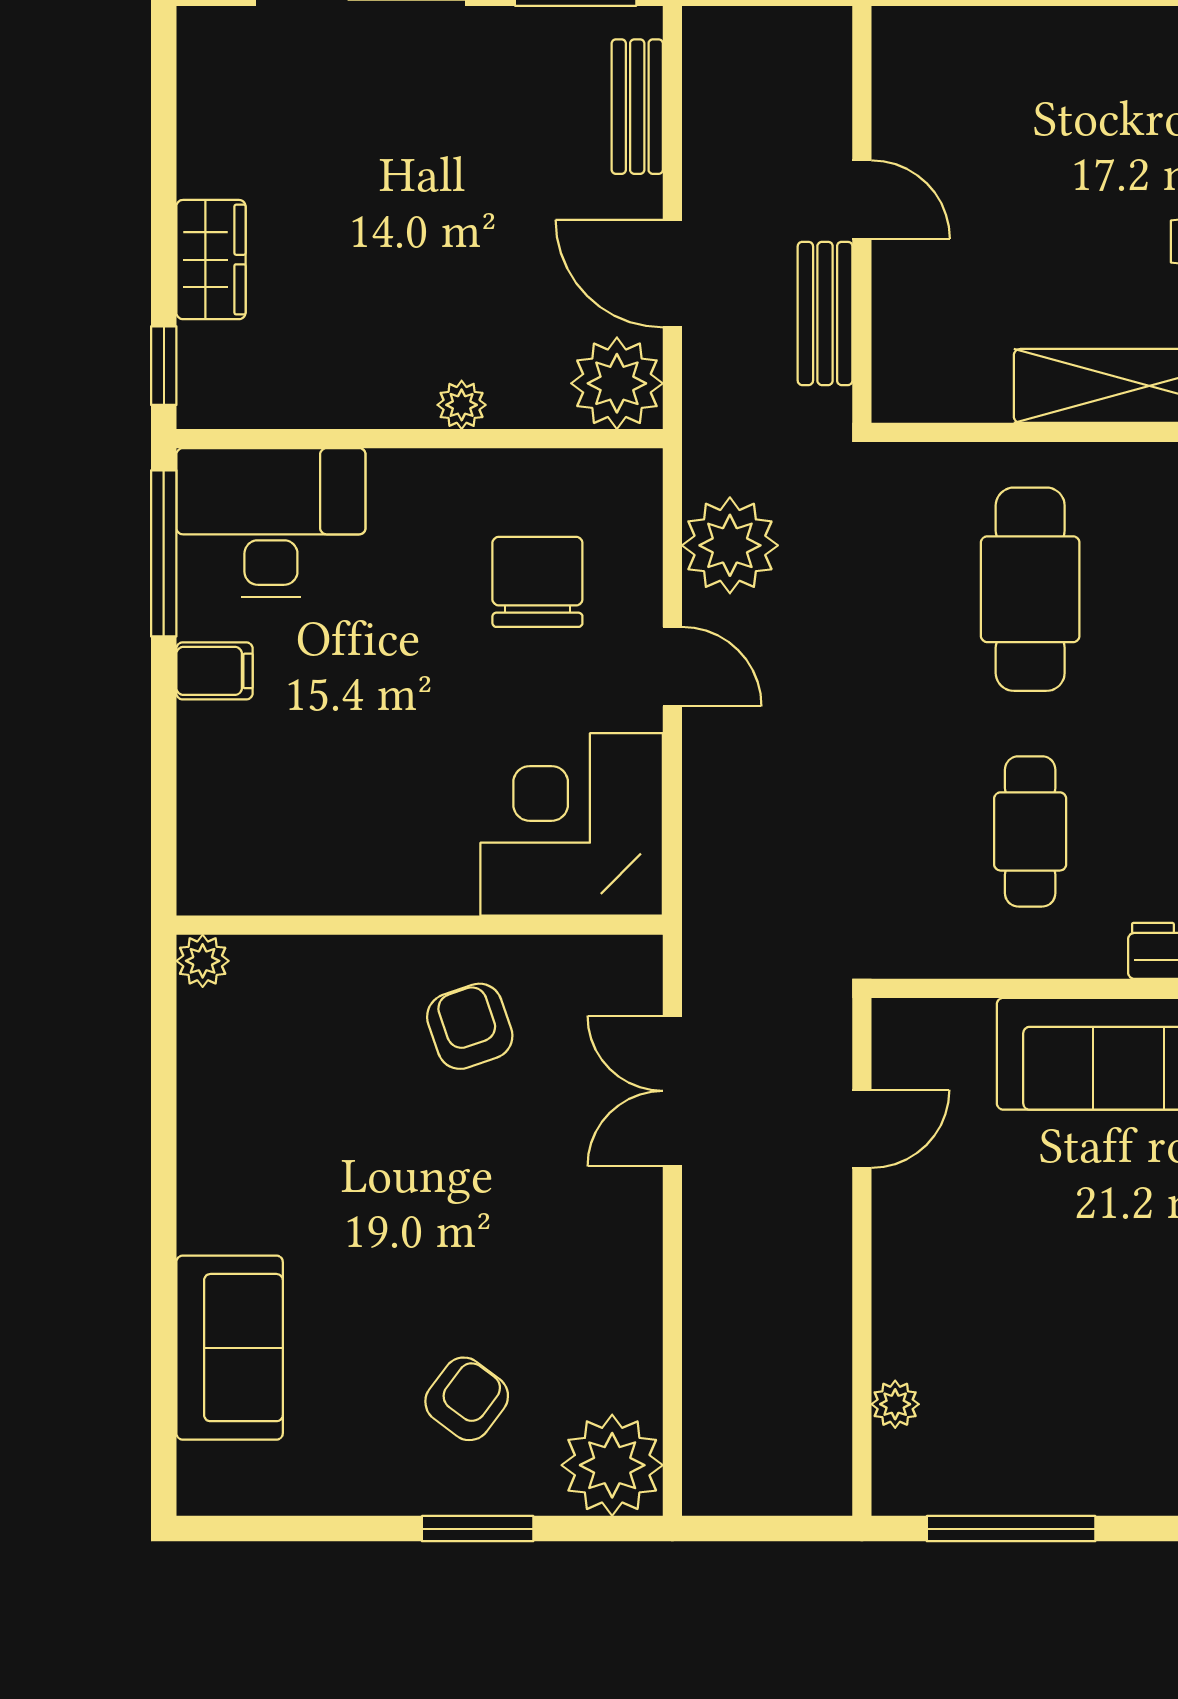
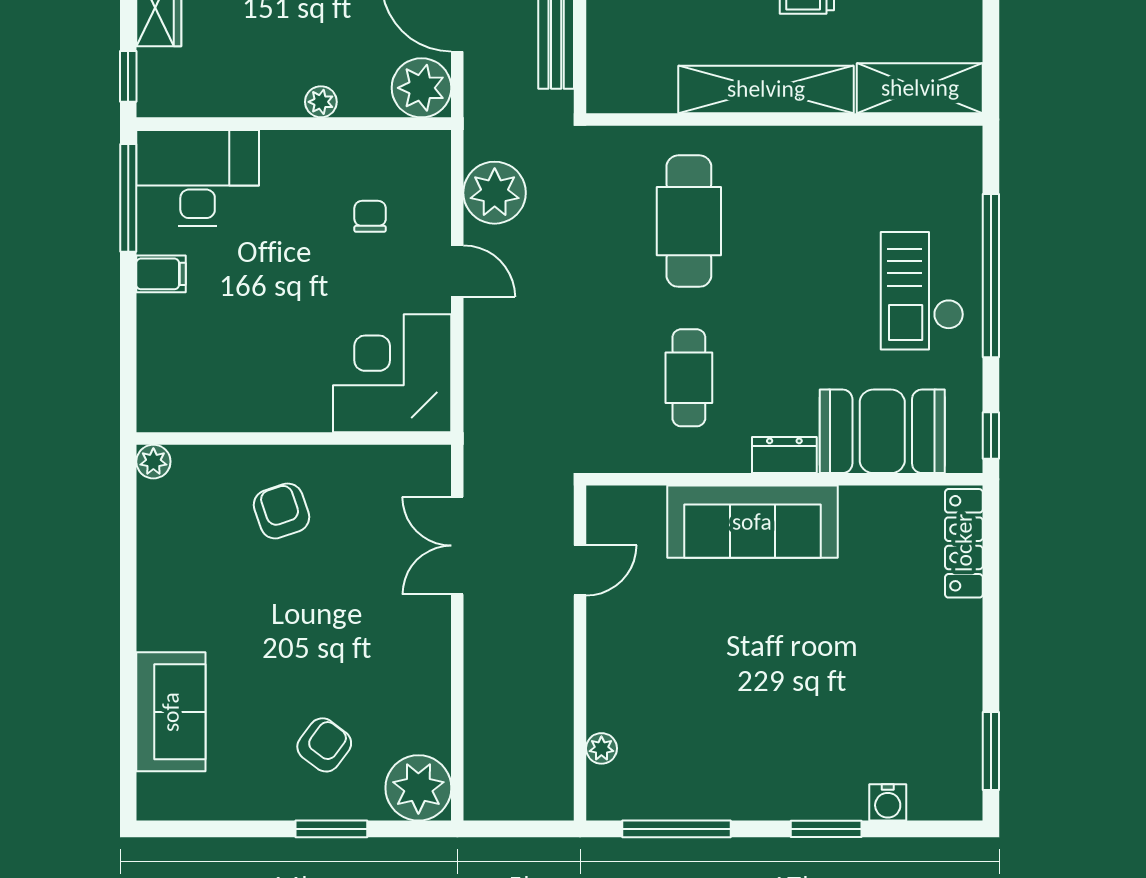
chair: (537, 582) -> (370, 216), width x0.54, depth x0.54
armchair: (470, 1026) -> (281, 511), moved

